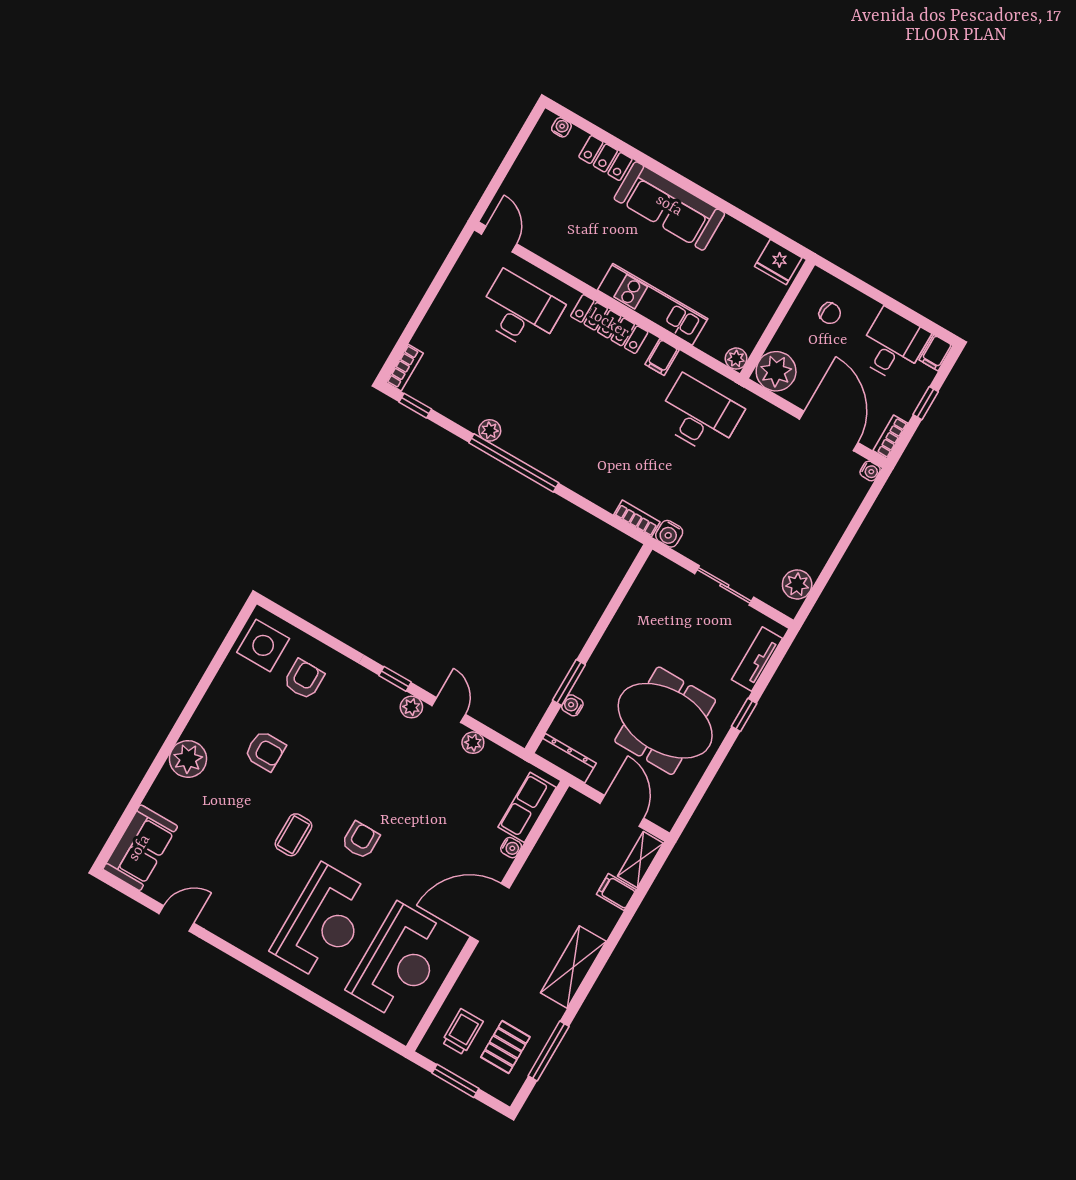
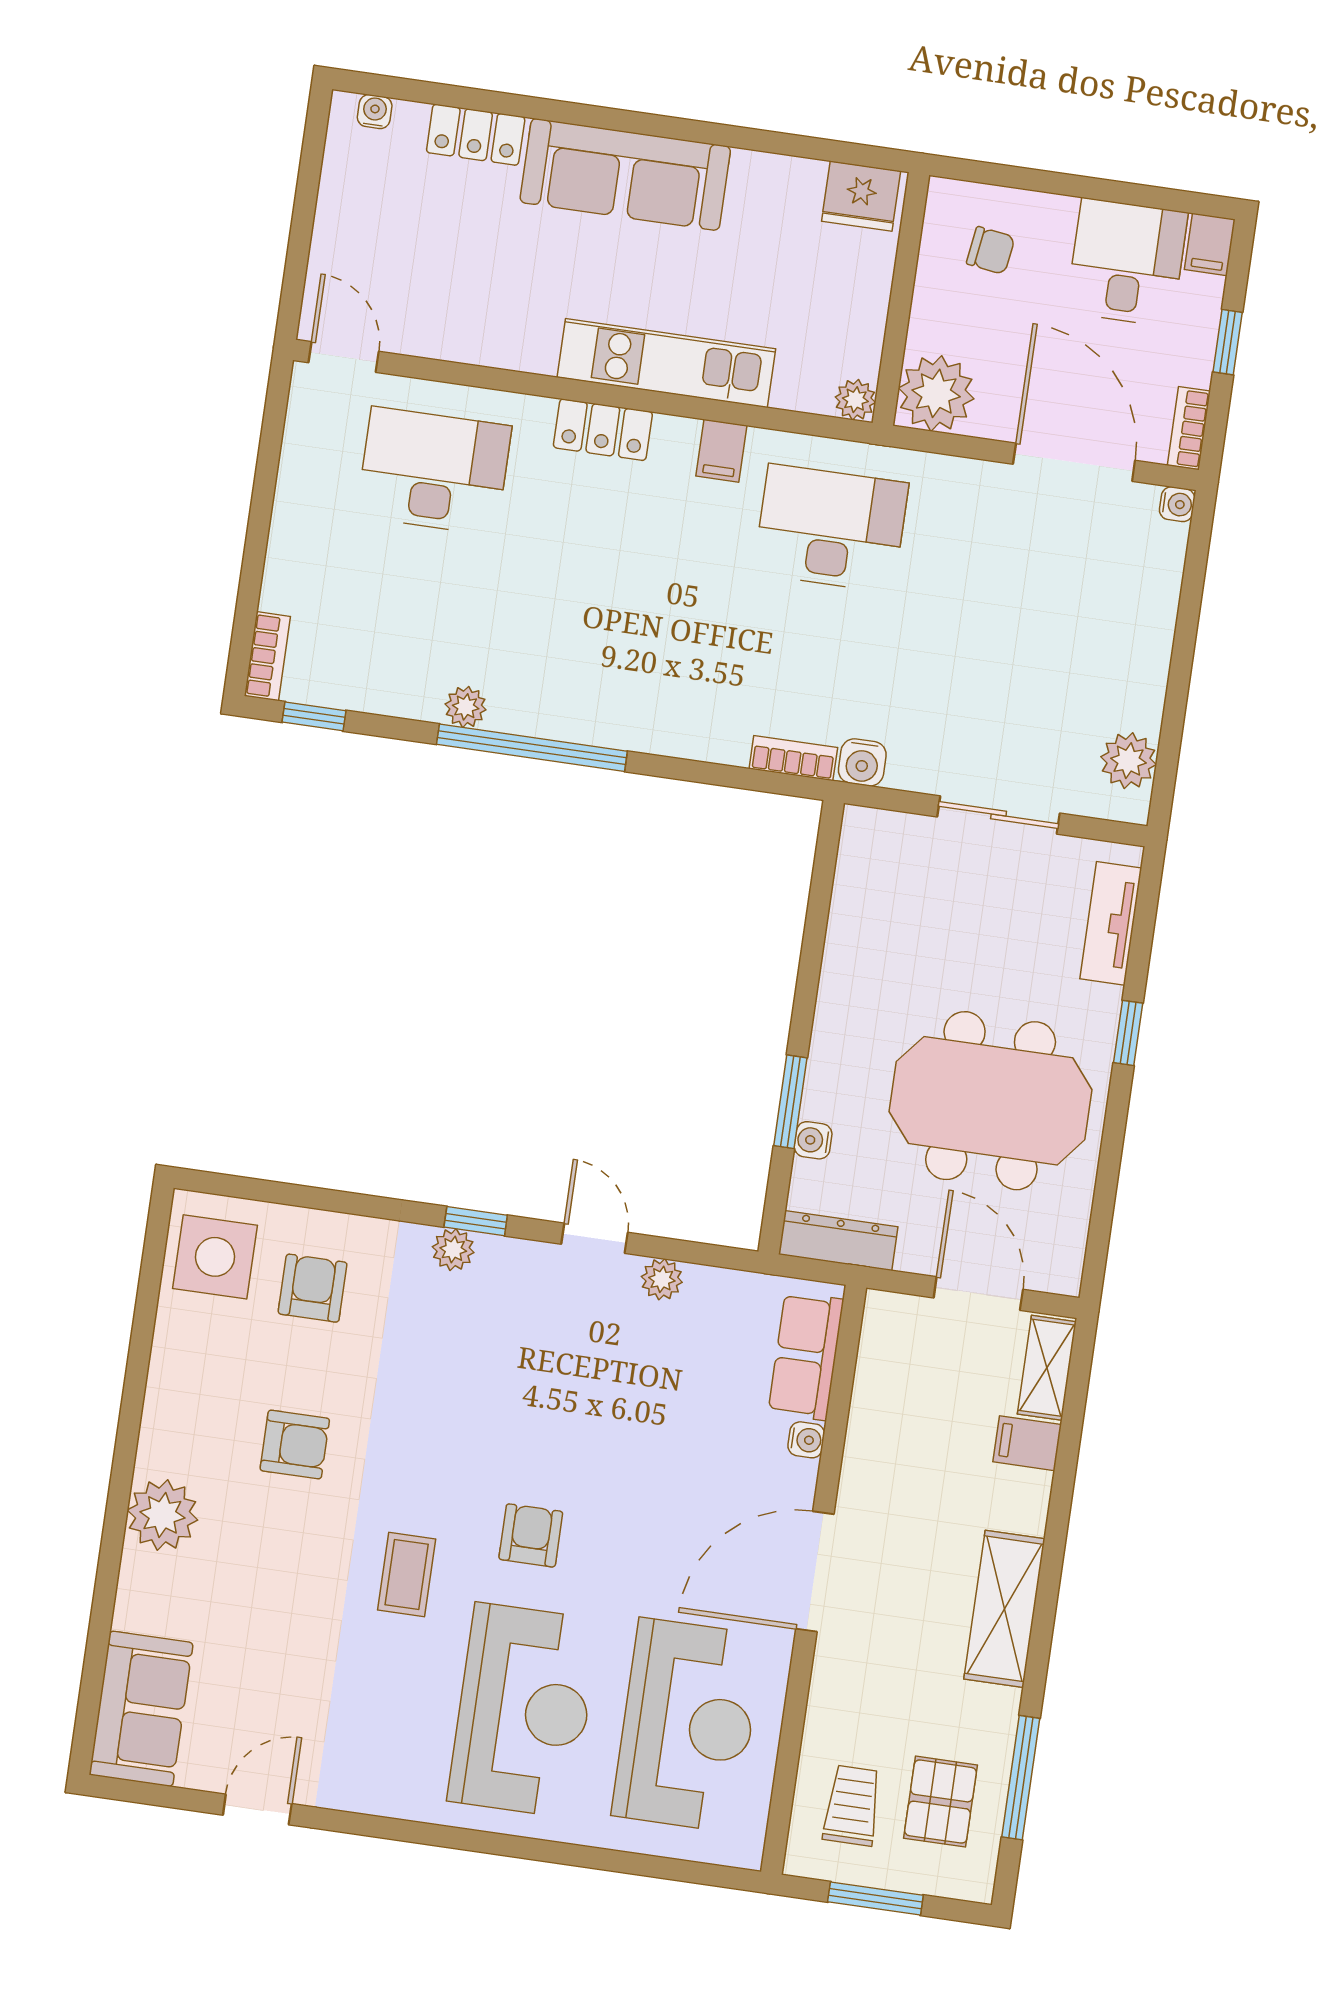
locker: (609, 324) -> (603, 430), width x0.66
plant: (411, 707) -> (453, 1250), moved

